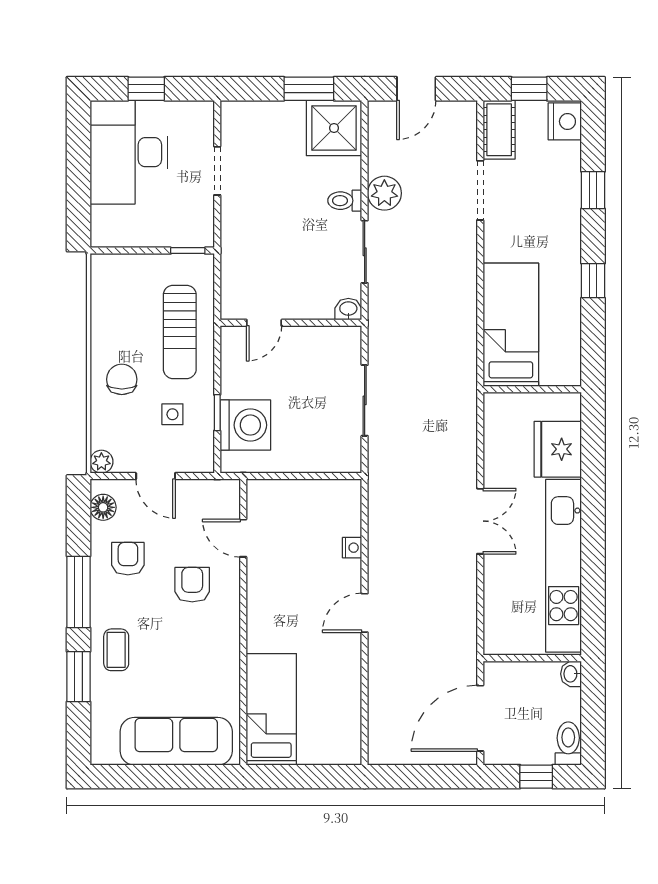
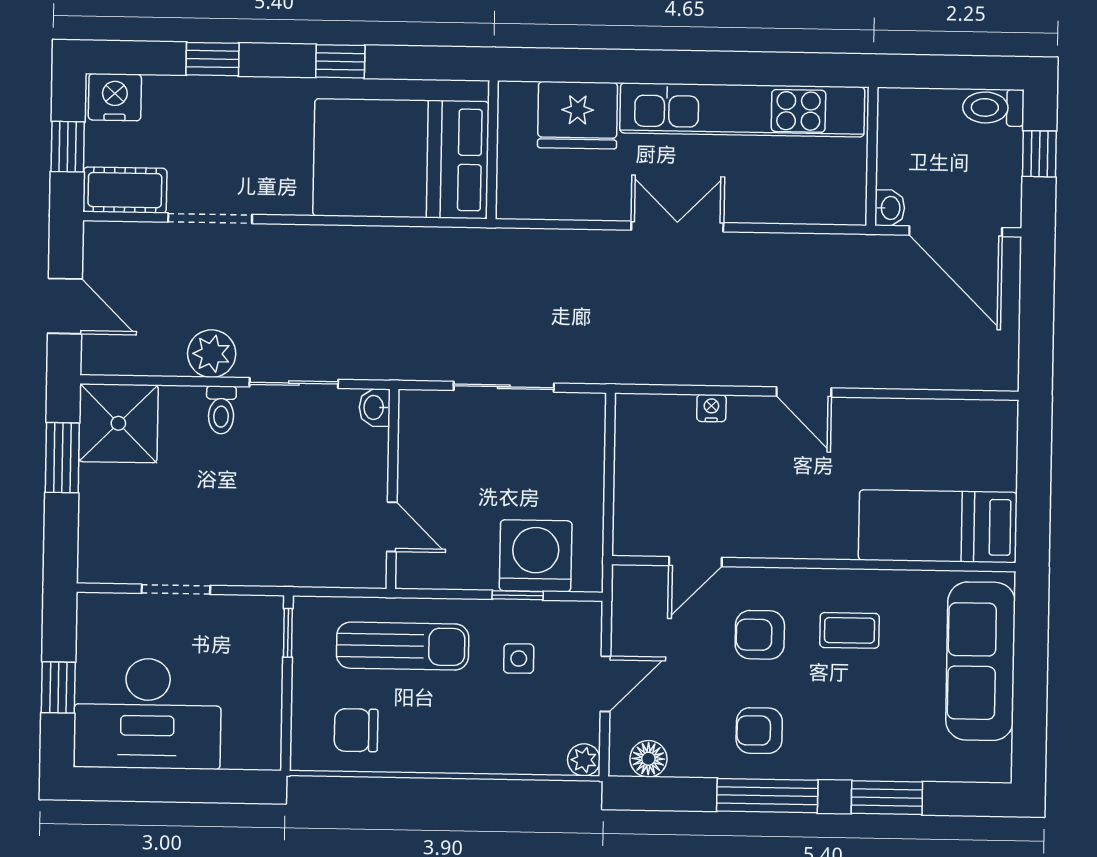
bed: (511, 325) -> (401, 159), width x1.50
chair: (122, 379) -> (356, 730), moved
armchair: (128, 559) -> (759, 731), moved
coffee table: (116, 650) -> (849, 630), moved
washbasin: (571, 674) -> (890, 208), moved, turned -90

